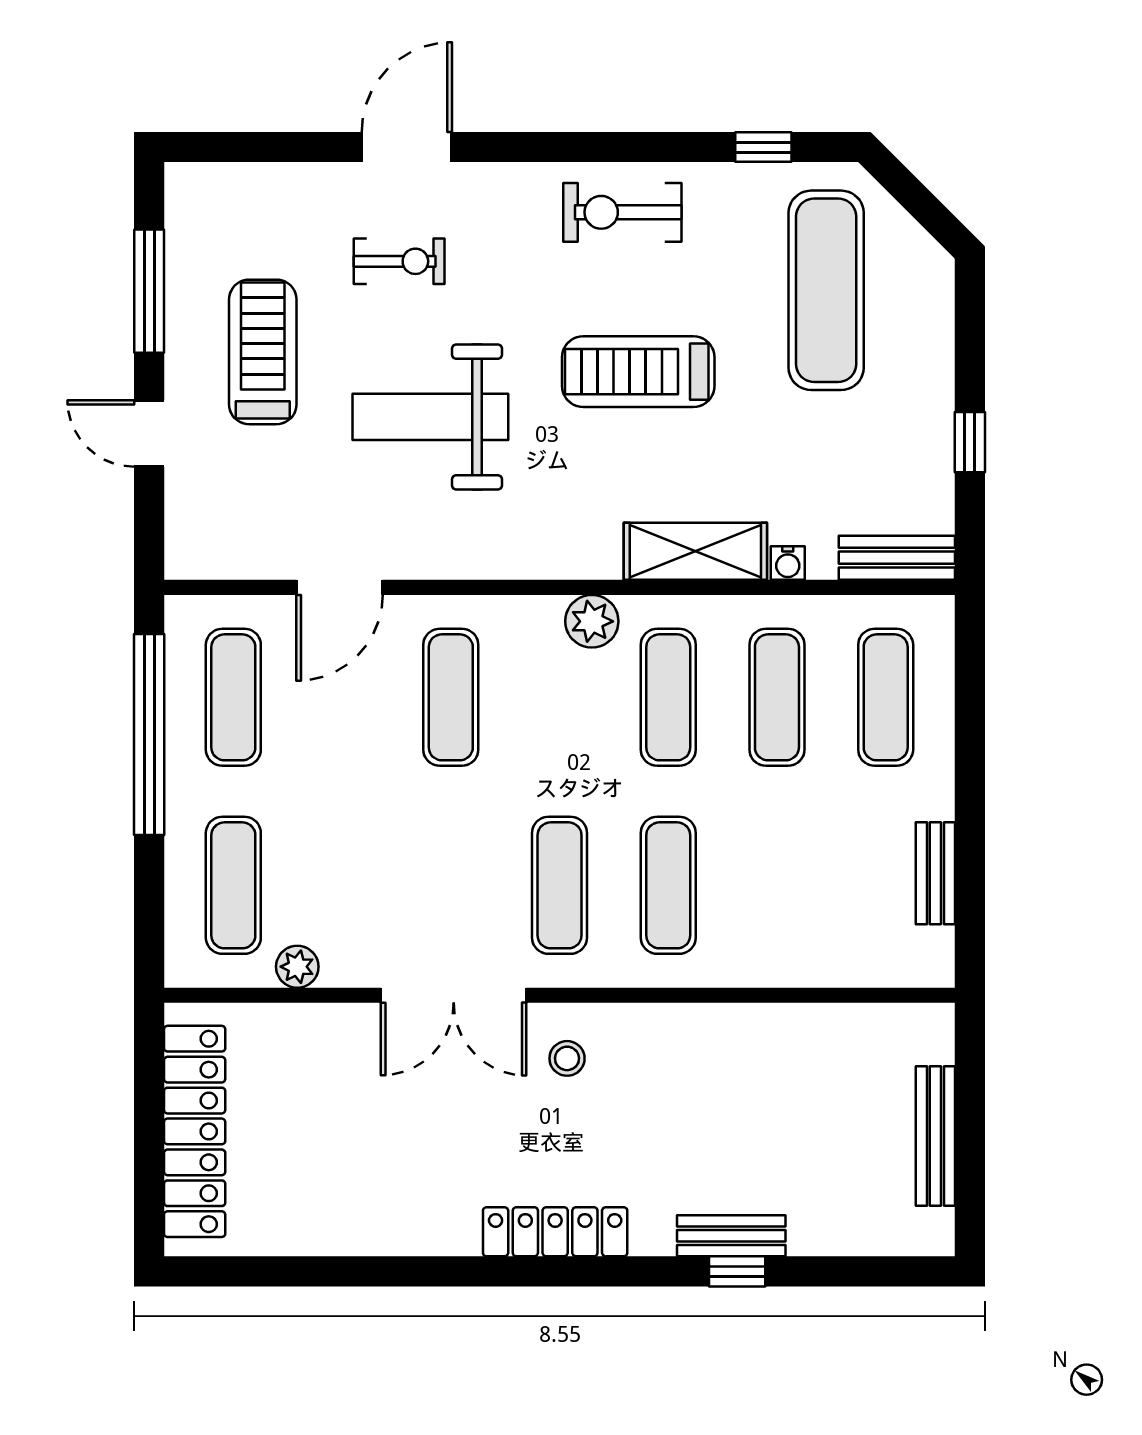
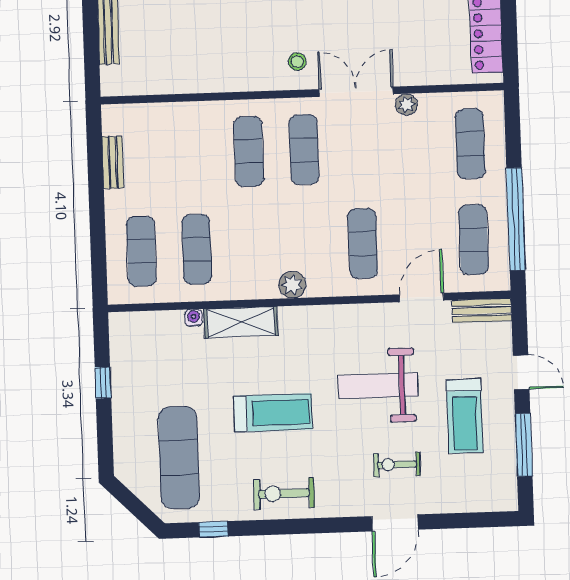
exercise bike: (622, 212) -> (284, 494), turned 180
weight bench: (430, 417) -> (378, 386), turned 180
bench: (897, 558) -> (482, 310), moved
exercise mat: (668, 697) -> (252, 247), removed
plant: (297, 967) -> (406, 105), moved

